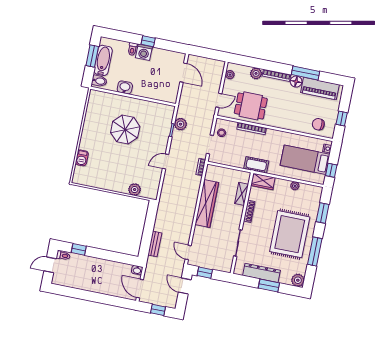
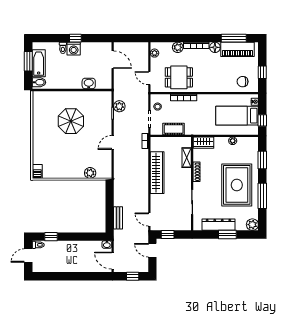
window: (306, 73) -> (234, 38), moved
washbasin: (125, 87) -> (89, 83), moved
door: (219, 100) -> (149, 78), swing flipped
barbecue: (82, 158) -> (37, 172), moved
cot: (256, 165) -> (174, 129), moved

